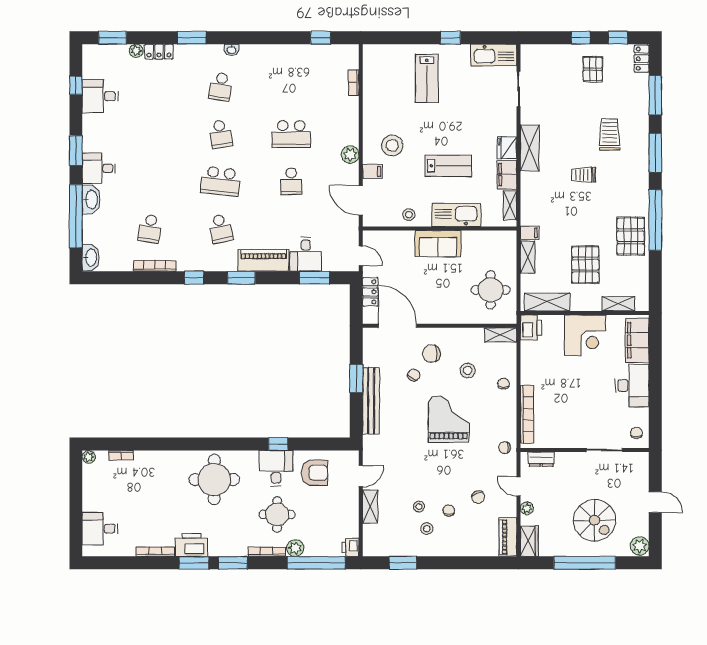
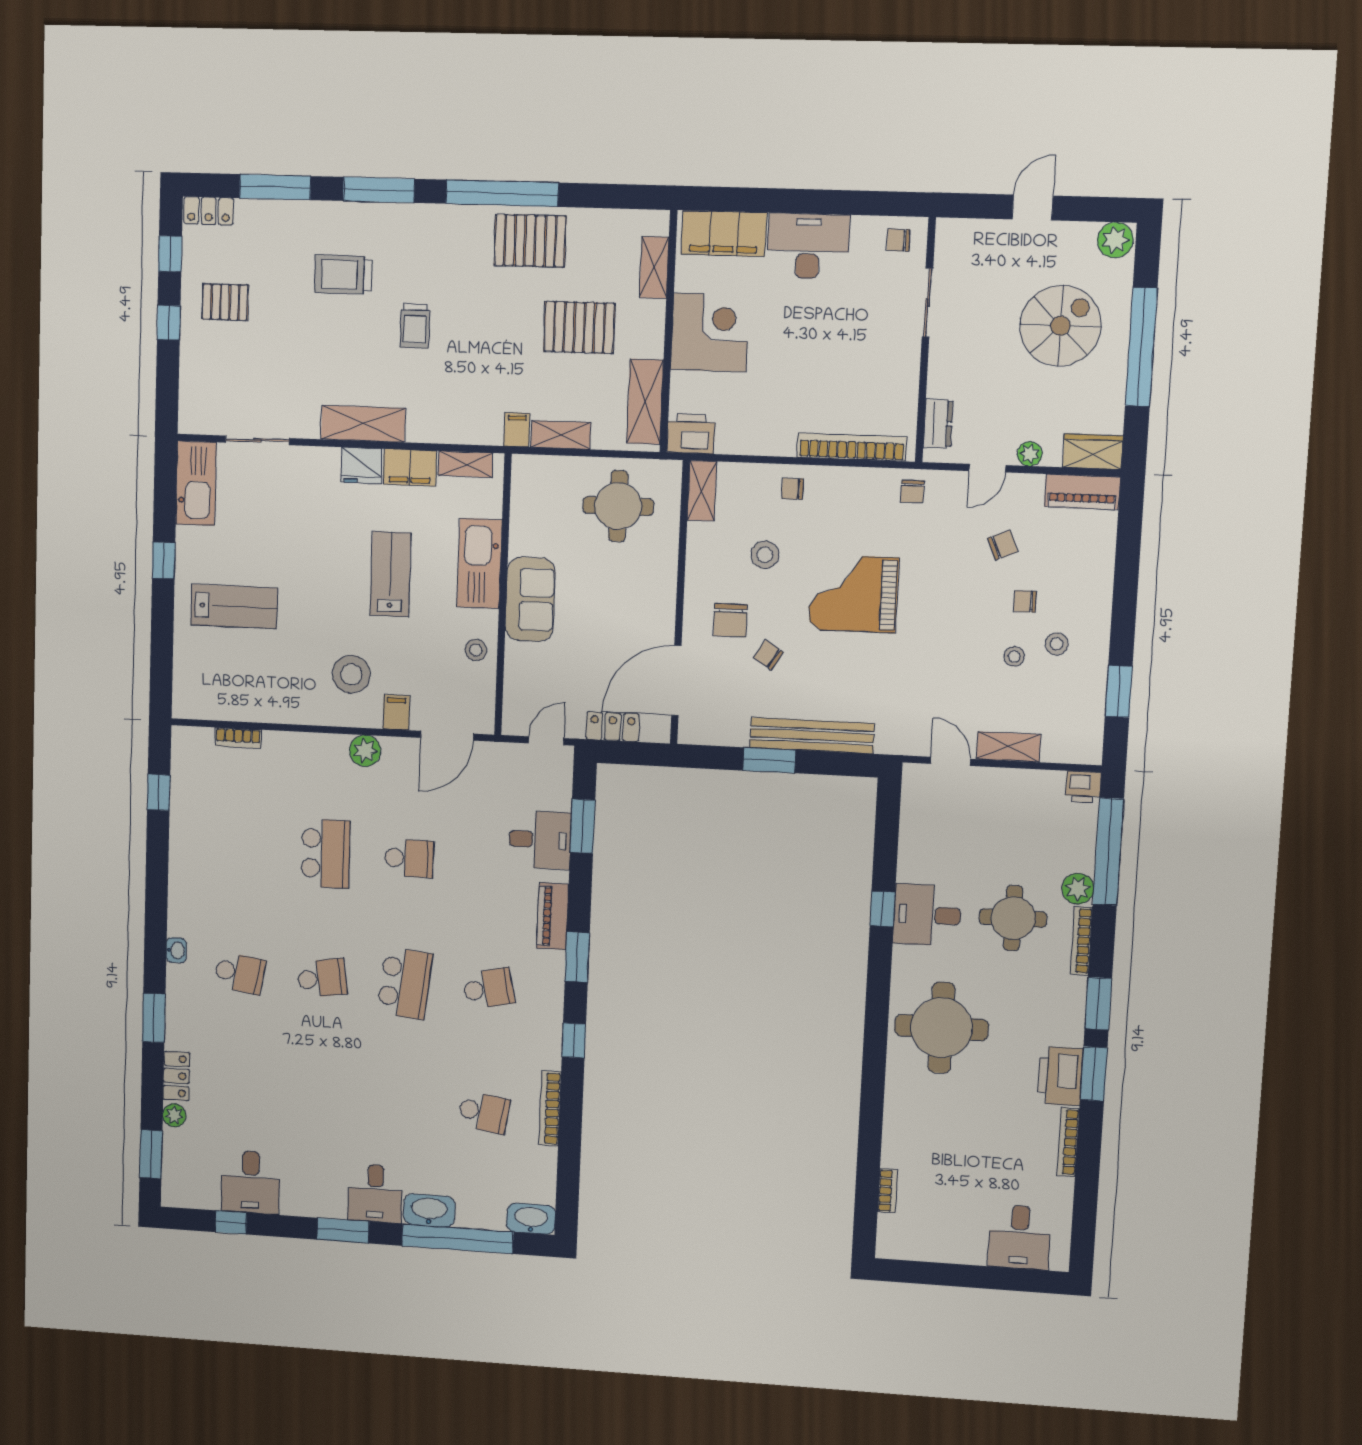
piano: (263, 260) -> (553, 916), width x0.73, depth x0.75
plant: (89, 457) -> (887, 1248), removed
armchair: (315, 473) -> (939, 845), removed

